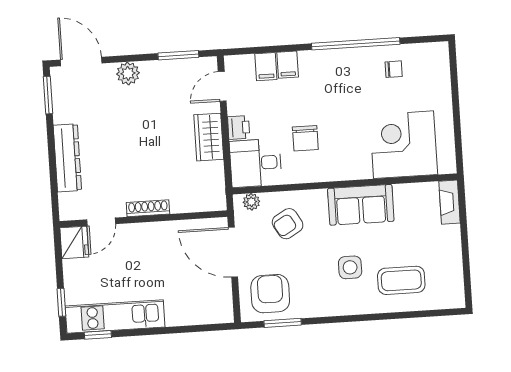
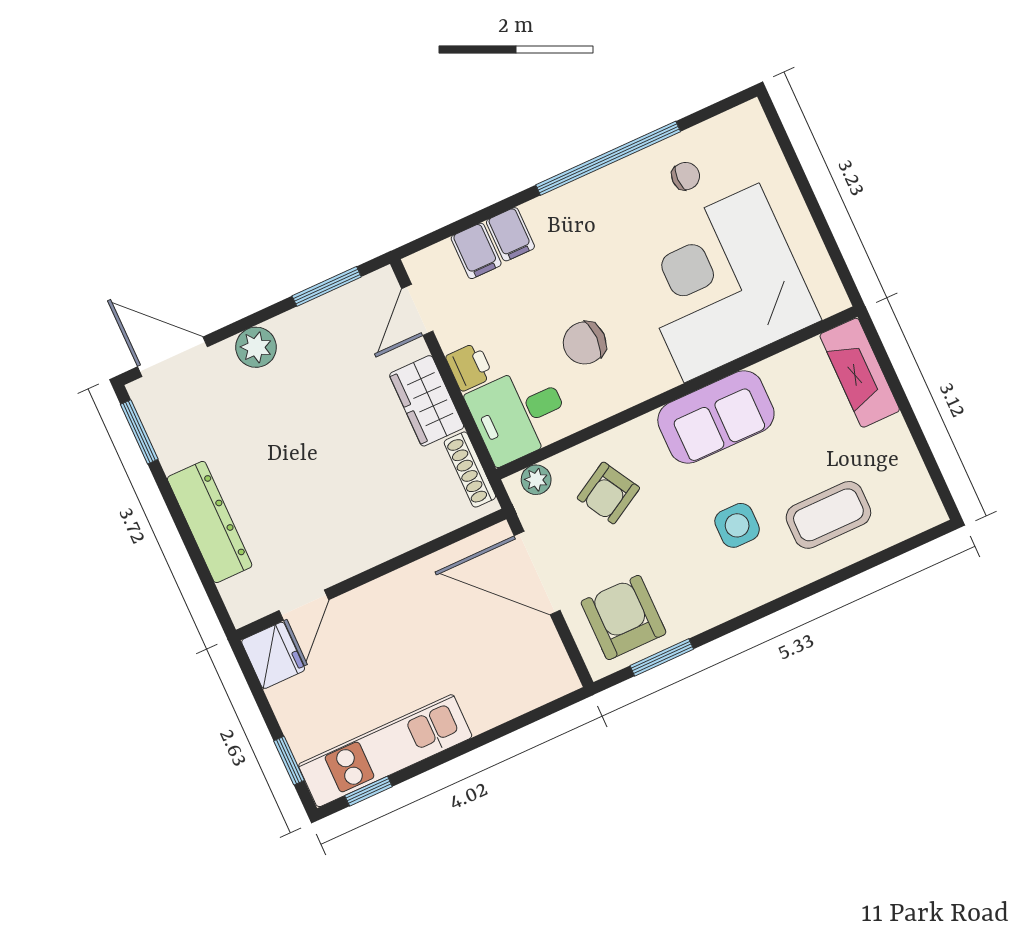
chair: (305, 138) -> (585, 343), turned 90
corner desk: (404, 145) -> (722, 283), width x1.36, depth x1.36
fireplace: (449, 202) -> (860, 373), width x1.37, depth x1.32
shoe rack: (148, 208) -> (470, 470), moved, turned -90

